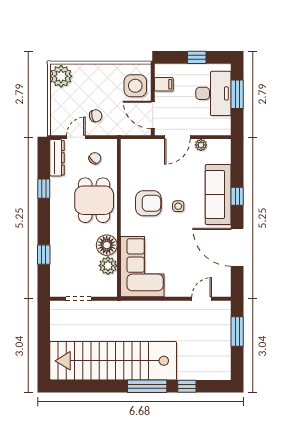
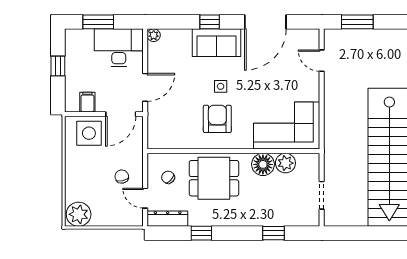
desk: (213, 93) -> (119, 48), moved
door: (177, 137) -> (145, 87), hinge flipped
plant: (201, 145) -> (154, 35), moved
sofa: (218, 195) -> (216, 43), width x0.73

